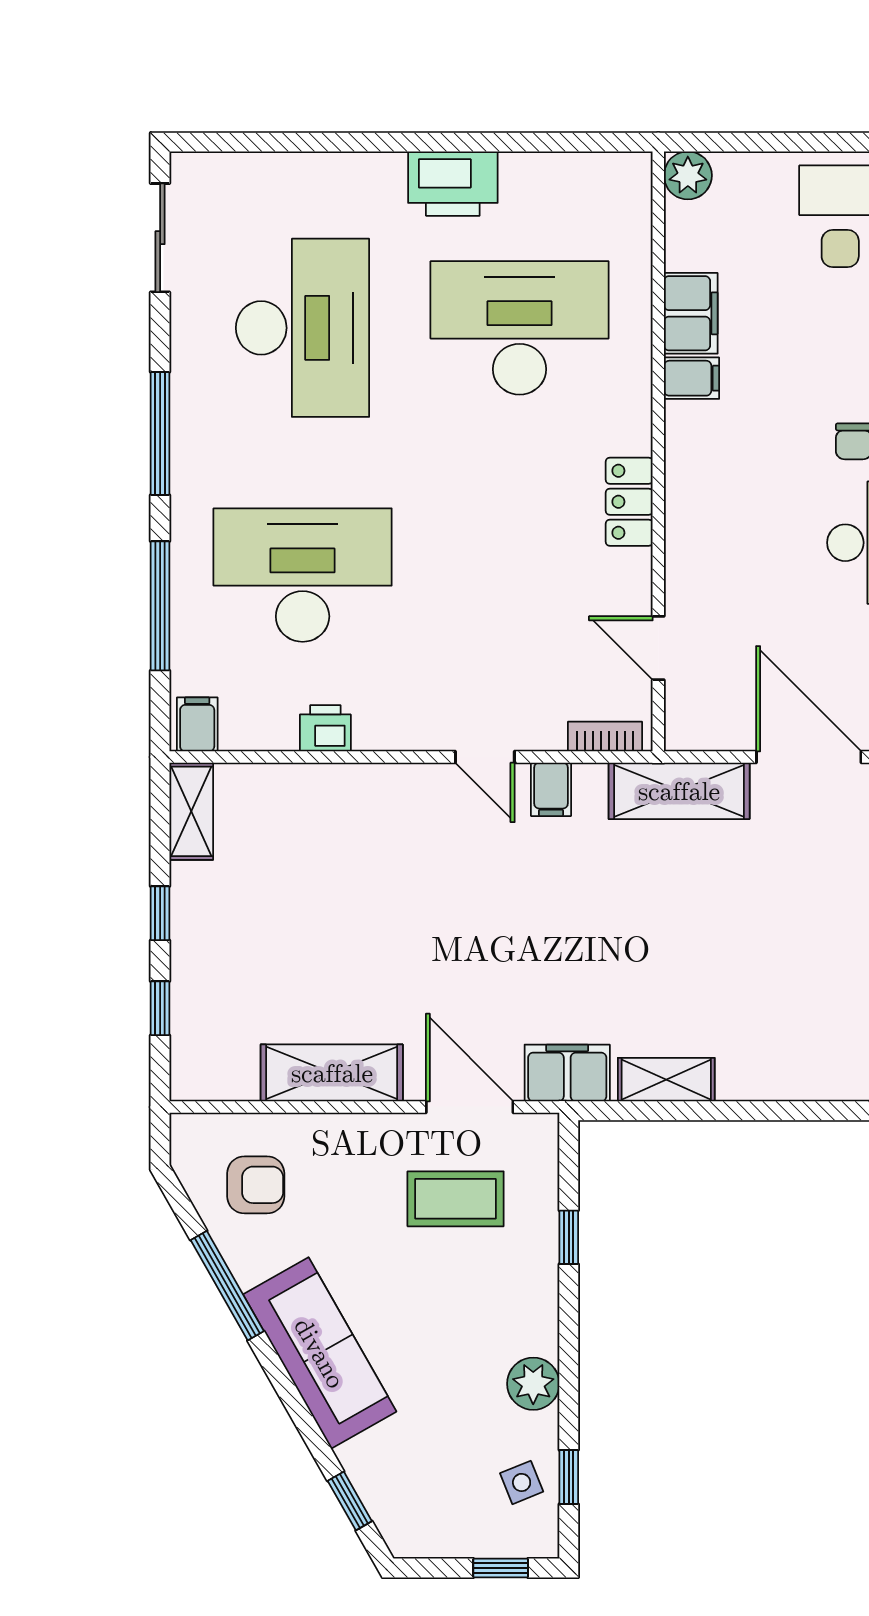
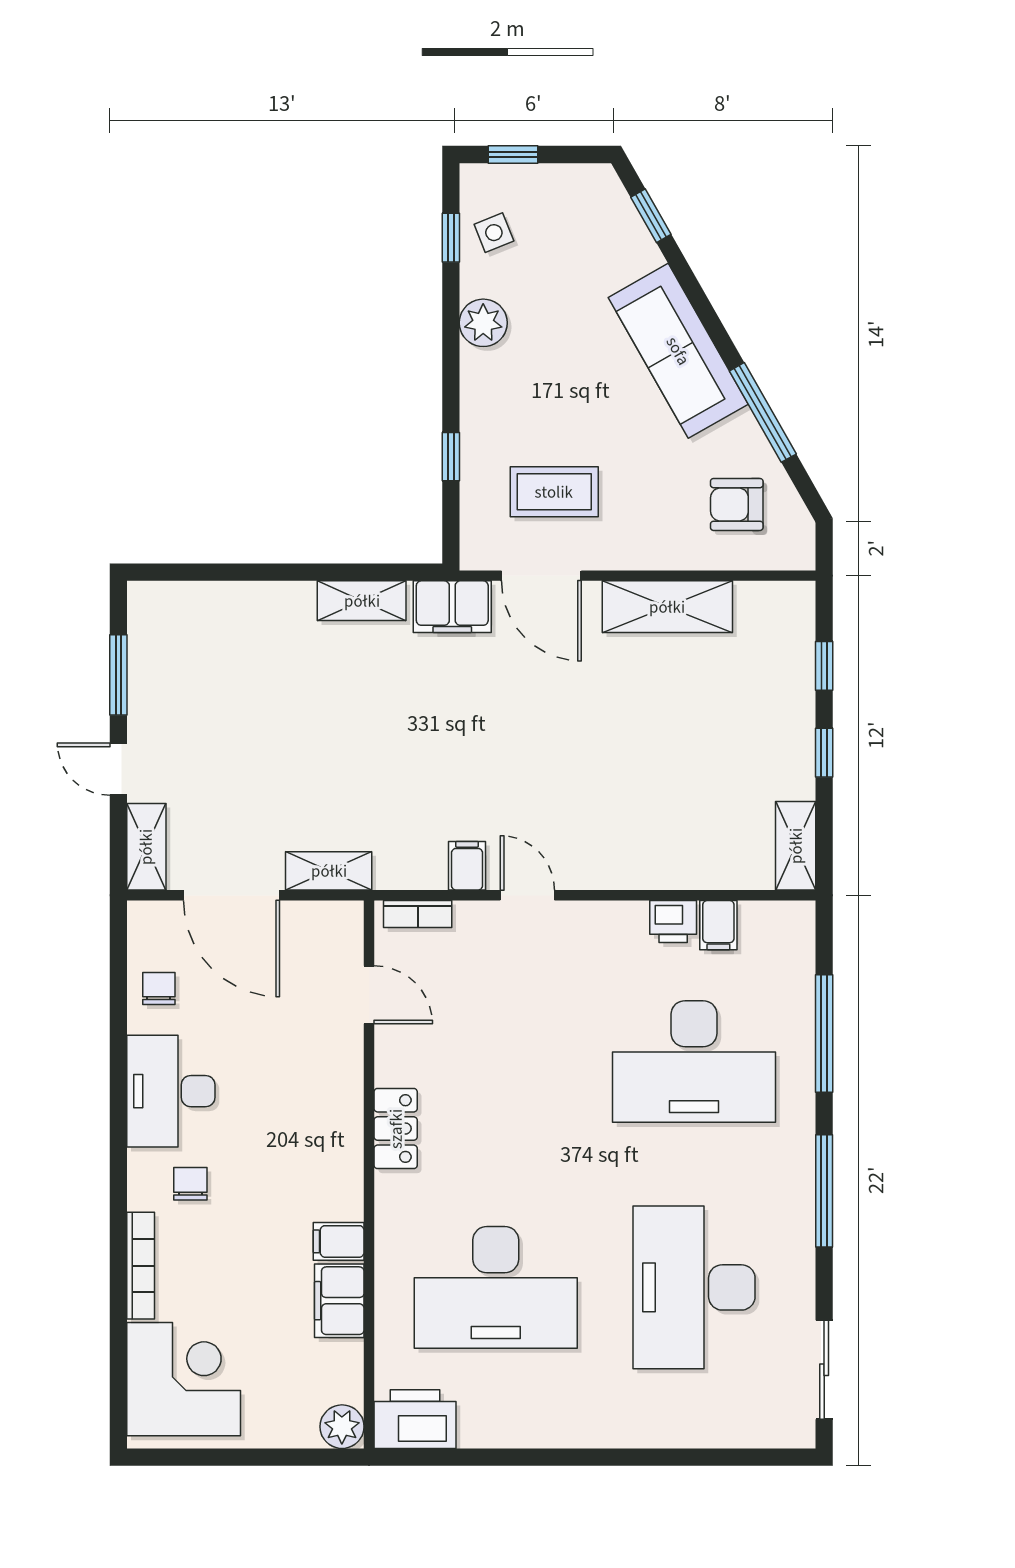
printer: (453, 184) -> (415, 1419), moved
filing cabinet: (197, 724) -> (718, 925), moved
shelving: (679, 791) -> (329, 871), width x0.67, depth x0.75

